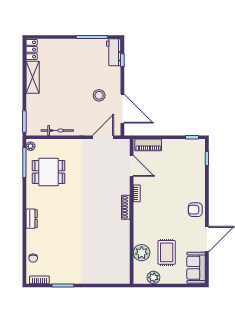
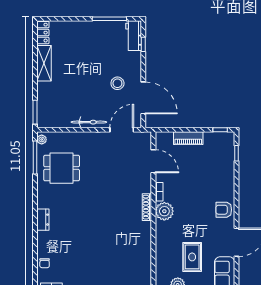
bicycle: (57, 130) -> (89, 122), moved
piano: (148, 145) -> (188, 138), moved
plant: (142, 253) -> (164, 211), moved

